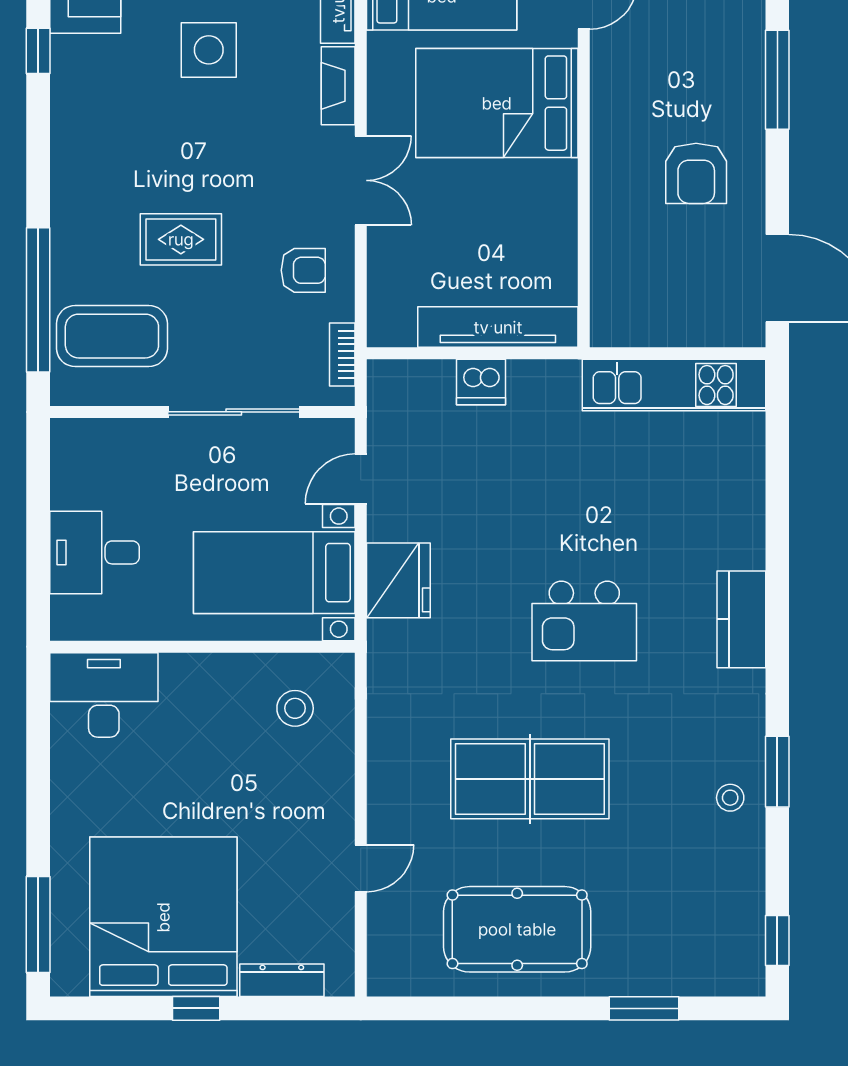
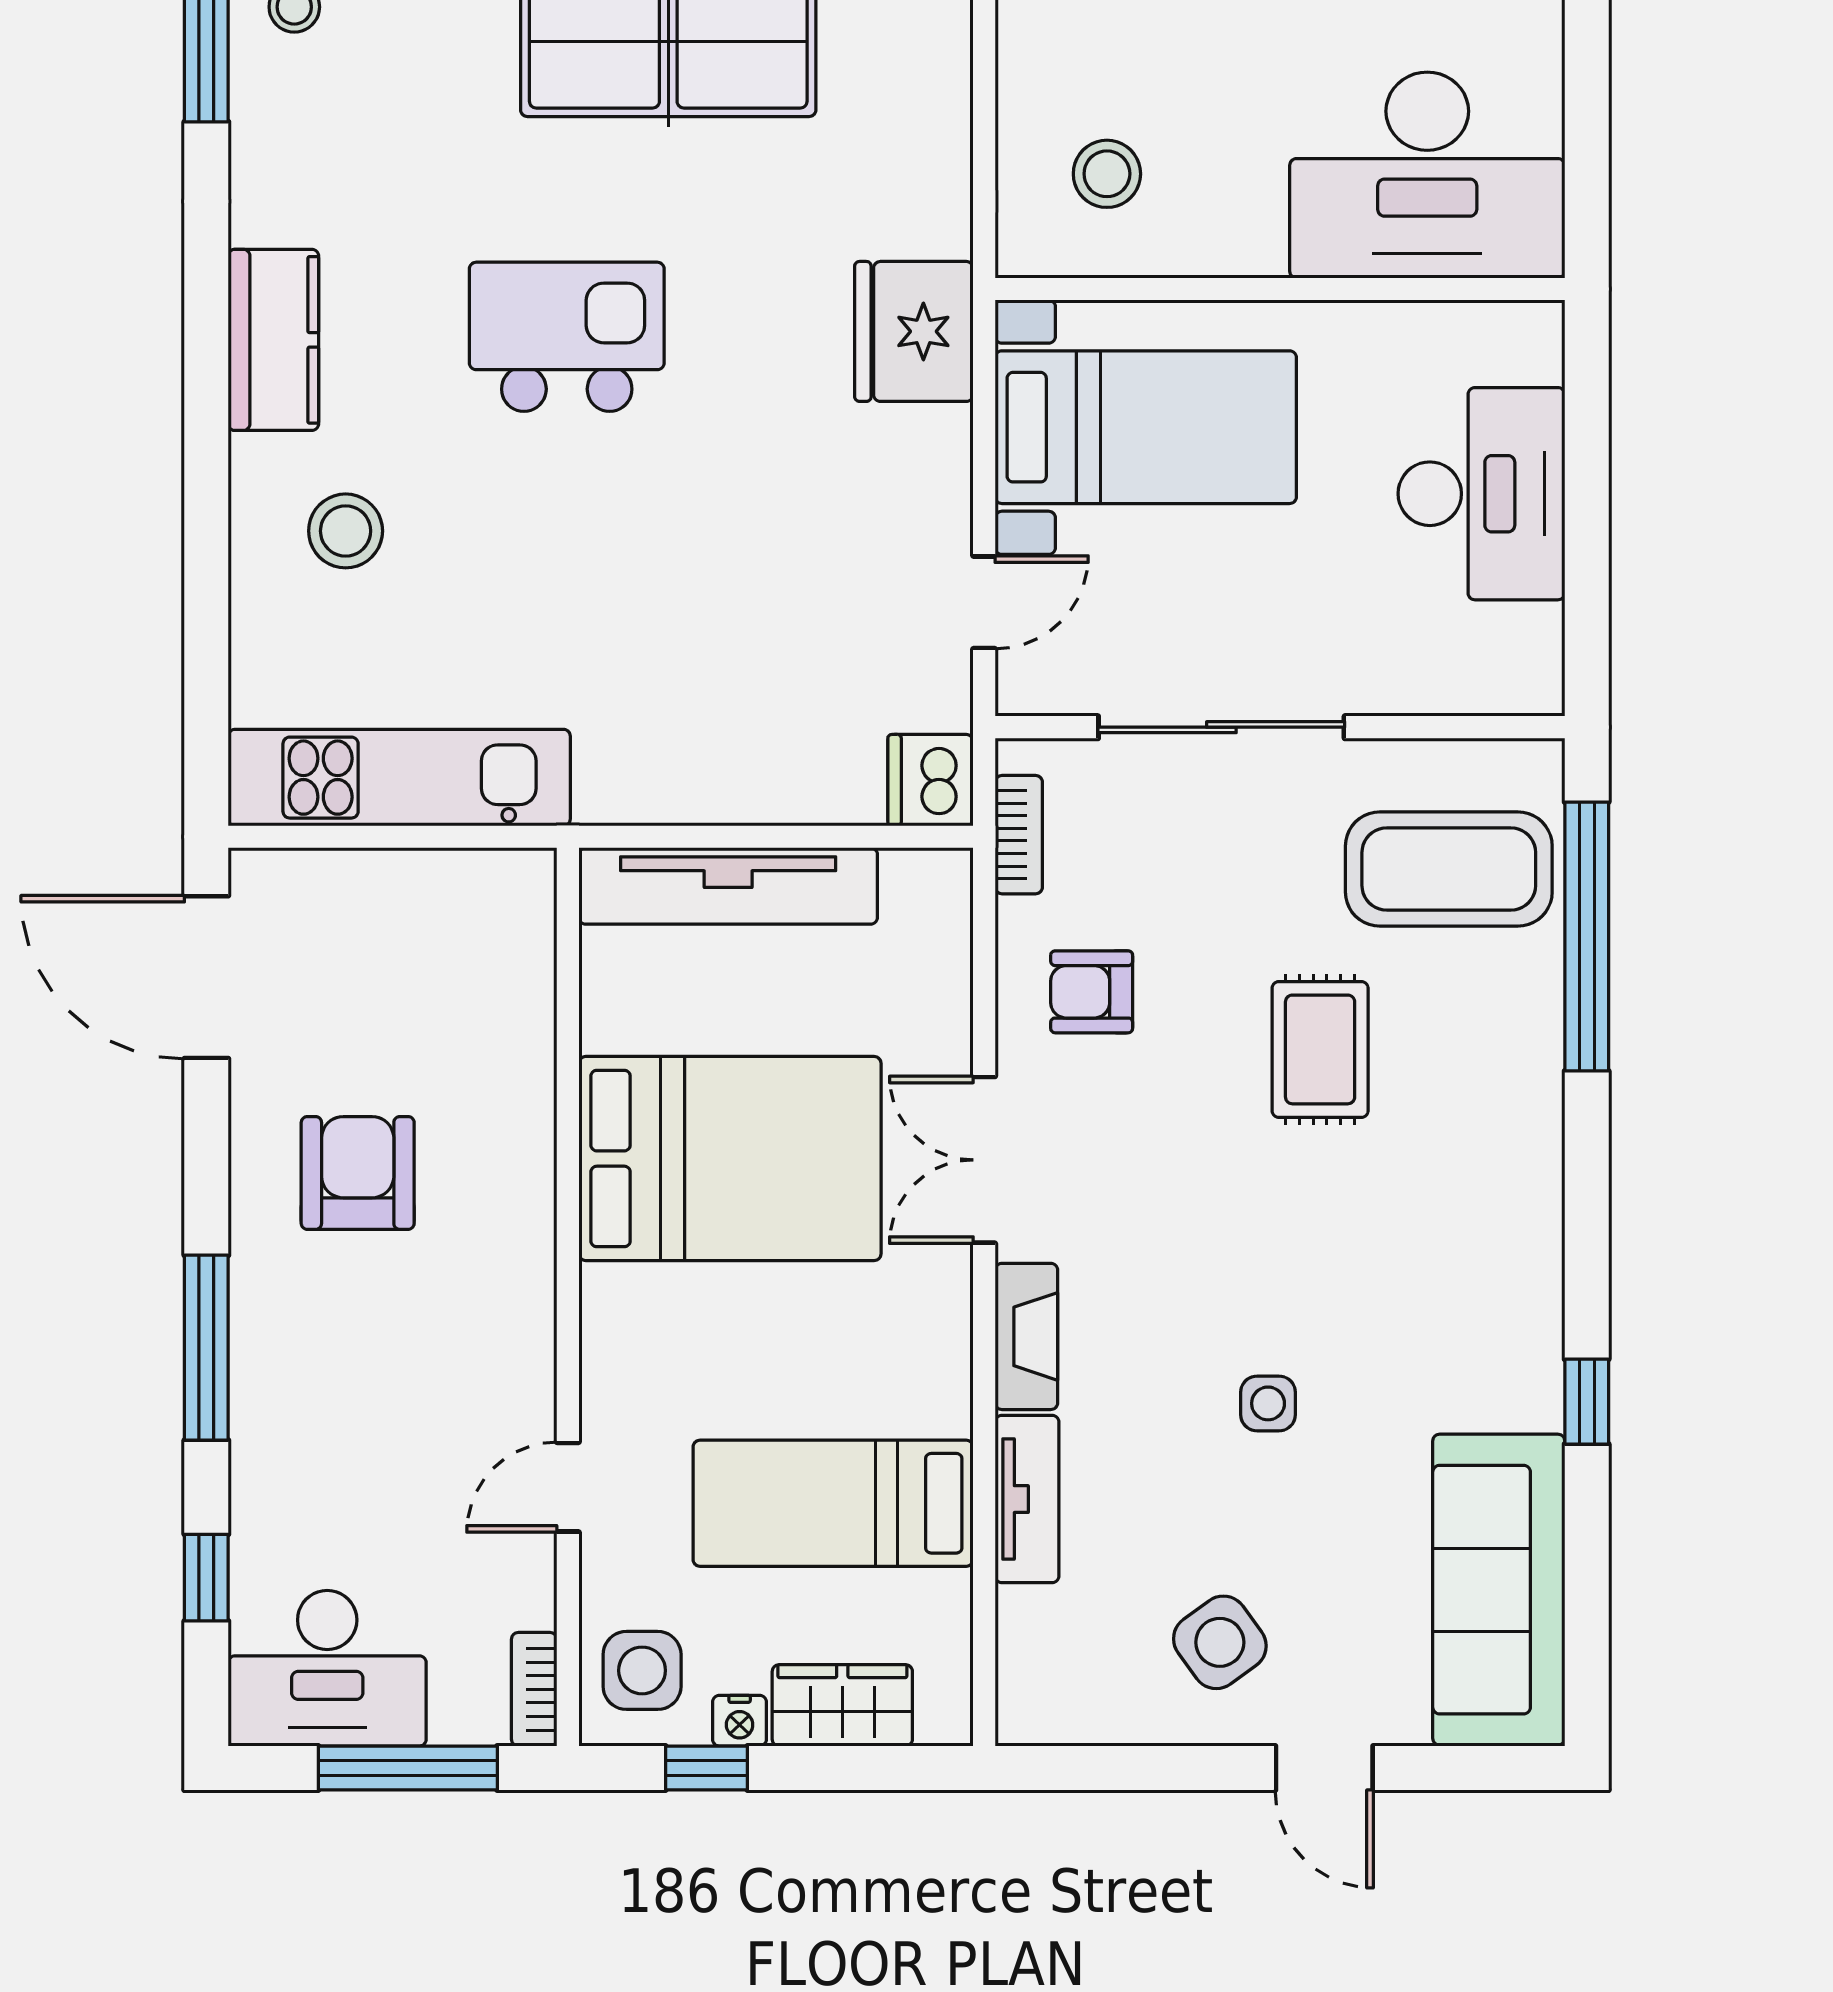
side table: (209, 50) -> (1268, 1403), width x0.54, depth x0.54
bed: (497, 103) -> (730, 1159), moved
rug: (181, 239) -> (1320, 1049), turned 90
dishwasher: (481, 382) -> (930, 780), moved, turned -90
stool: (703, 517) -> (346, 531), added
desk: (94, 552) -> (1481, 494), width x1.37
fridge: (398, 580) -> (914, 331), moved
desk: (104, 695) -> (1427, 175), width x1.36, depth x1.30

